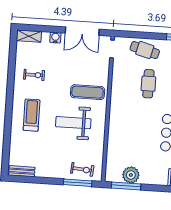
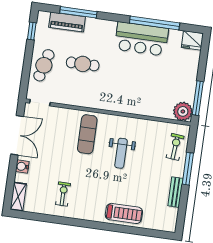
treadmill: (32, 115) -> (124, 213), moved, turned 180
weight bench: (73, 123) -> (121, 153), width x0.73, depth x0.75
bench: (22, 171) -> (175, 192), moved
plant: (131, 175) -> (183, 111), moved
window: (78, 183) -> (188, 169), moved

